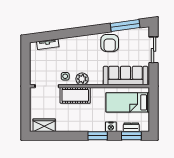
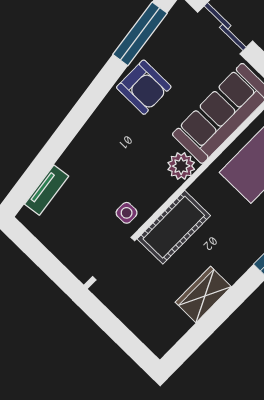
plant: (82, 79) -> (181, 166), moved
wardrobe: (44, 125) -> (203, 294), moved

